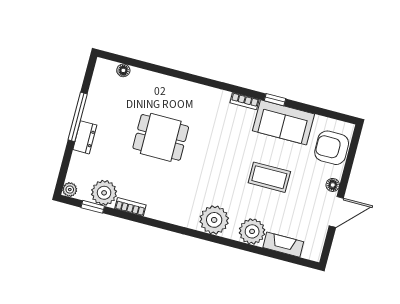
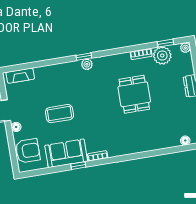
dining table: (161, 137) -> (134, 94), moved, turned 90
plant: (214, 220) -> (87, 64), width x0.53, depth x0.53
plant: (252, 231) -> (55, 73), removed
window: (205, 236) -> (84, 57), added
fireplace: (283, 245) -> (20, 76), moved

